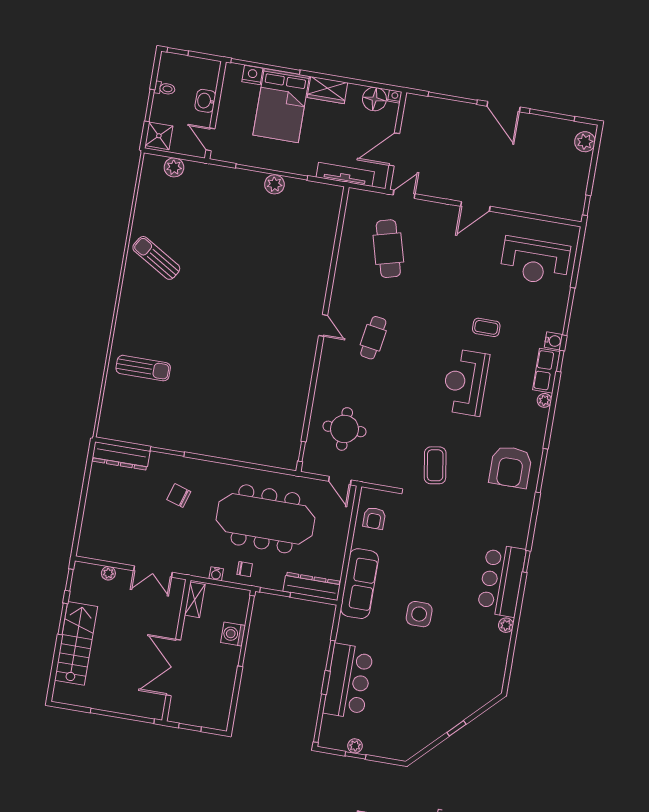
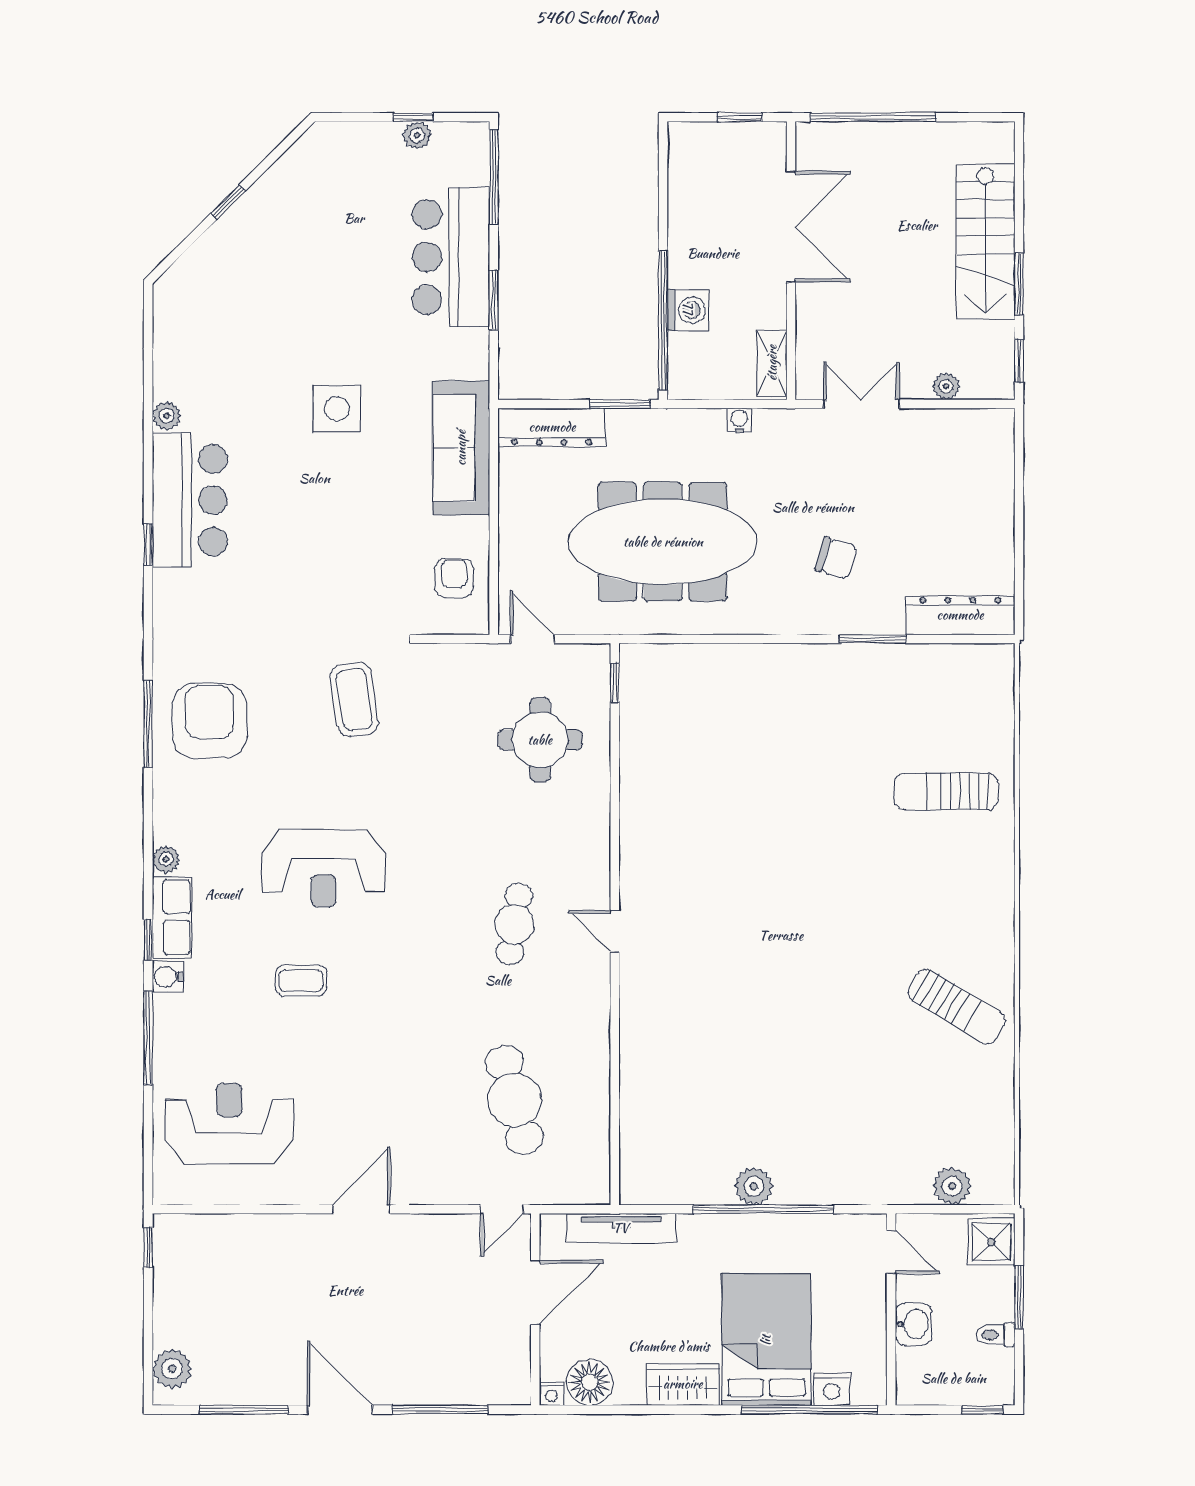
reception desk: (465, 382) -> (323, 868), turned 90
chair: (245, 569) -> (686, 439), removed

